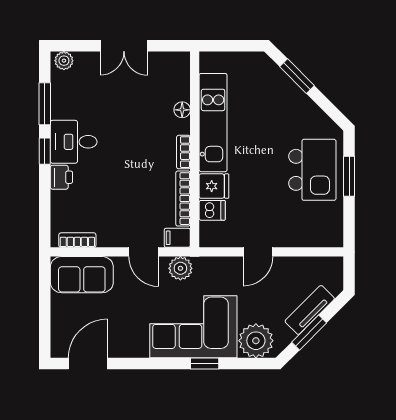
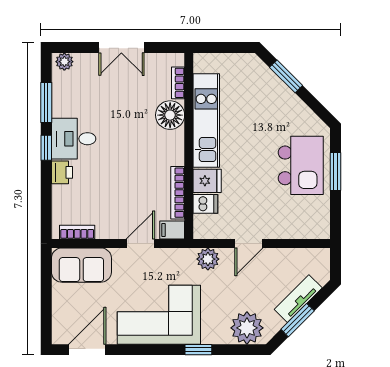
floor lamp: (182, 110) -> (170, 115), width x1.89, depth x1.89
bookcase: (183, 152) -> (178, 83), moved
door: (144, 252) -> (140, 244), swing flipped
plant: (180, 268) -> (208, 259), moved
corner sofa: (193, 327) -> (159, 315), moved

